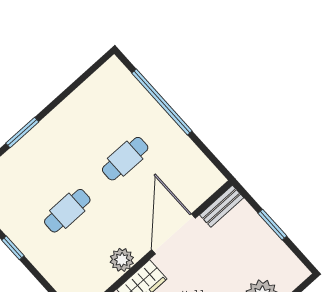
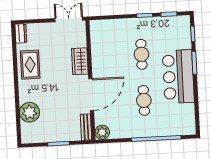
bar counter: (57, 139) -> (178, 77), added
door: (173, 234) -> (91, 95), hinge flipped
plant: (122, 260) -> (102, 132), moved

